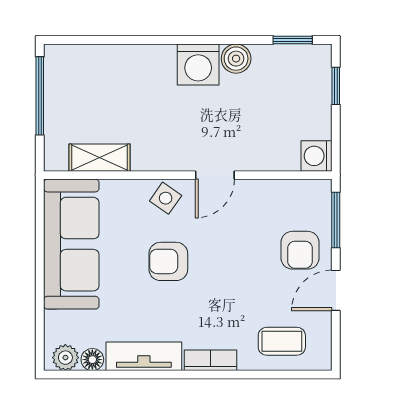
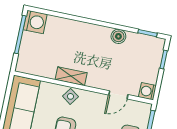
washing machine: (198, 65) -> (35, 22), moved, turned -90
shelving: (100, 158) -> (71, 76), moved
door: (215, 175) -> (118, 95), moved

